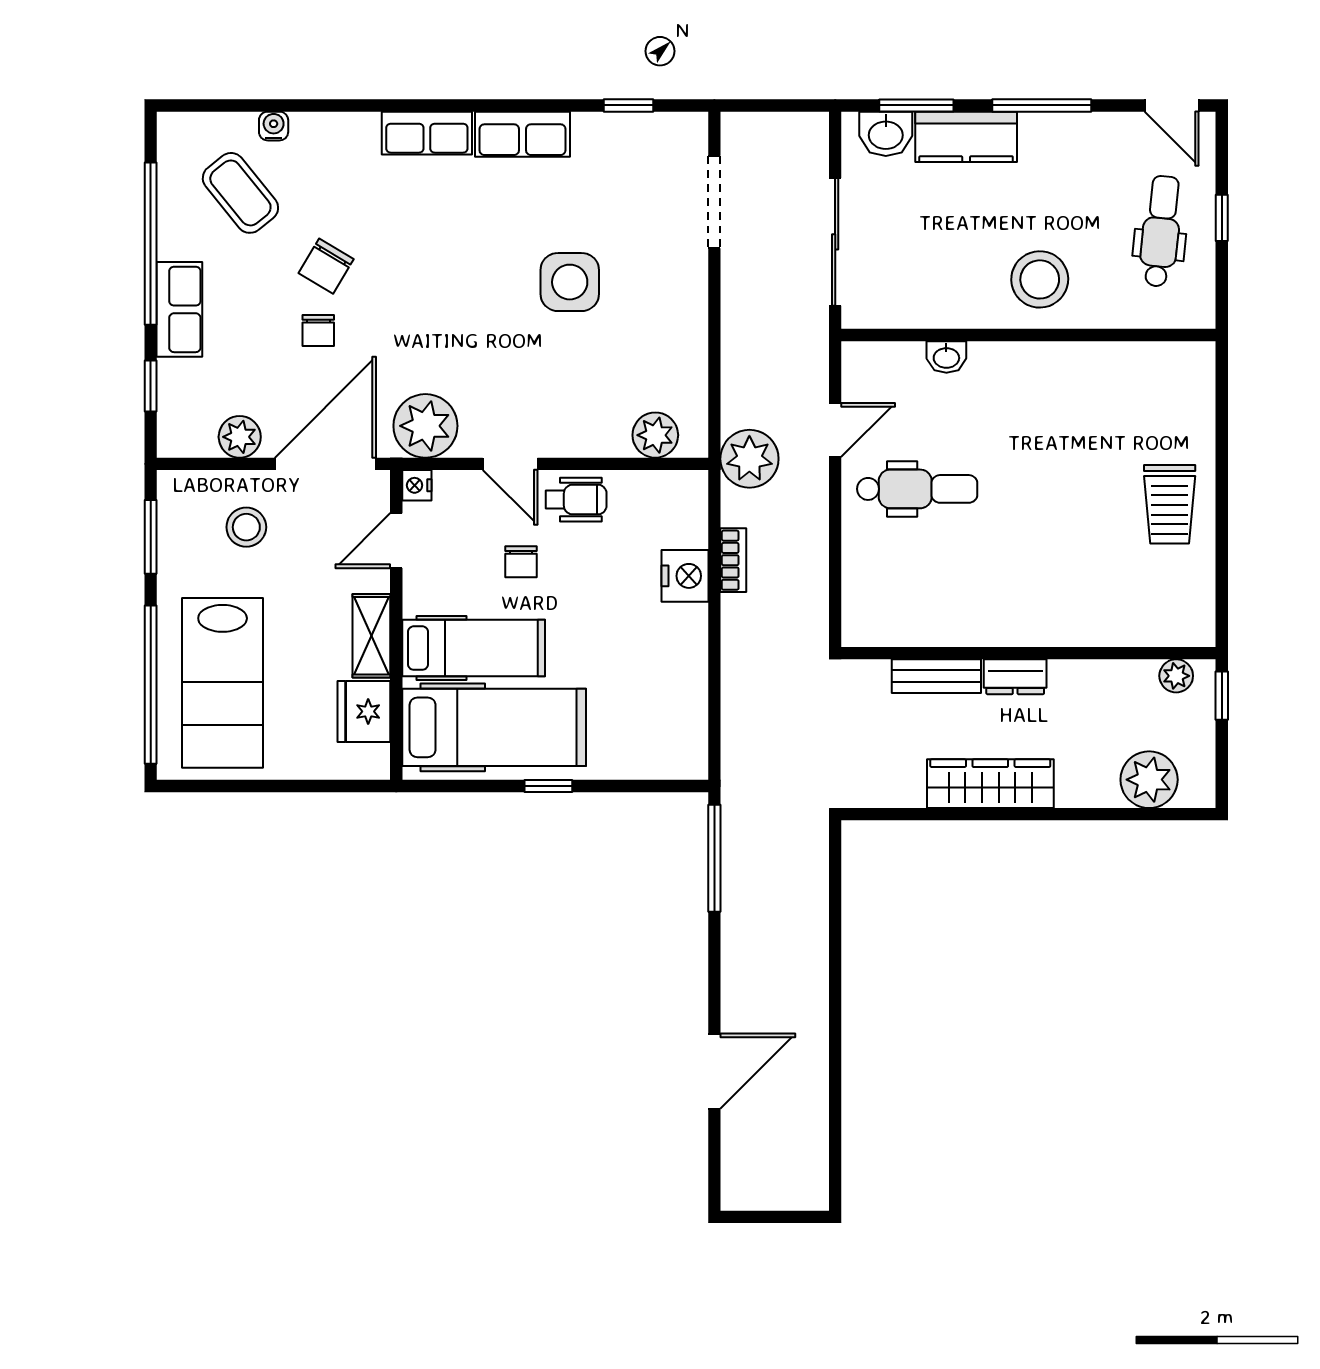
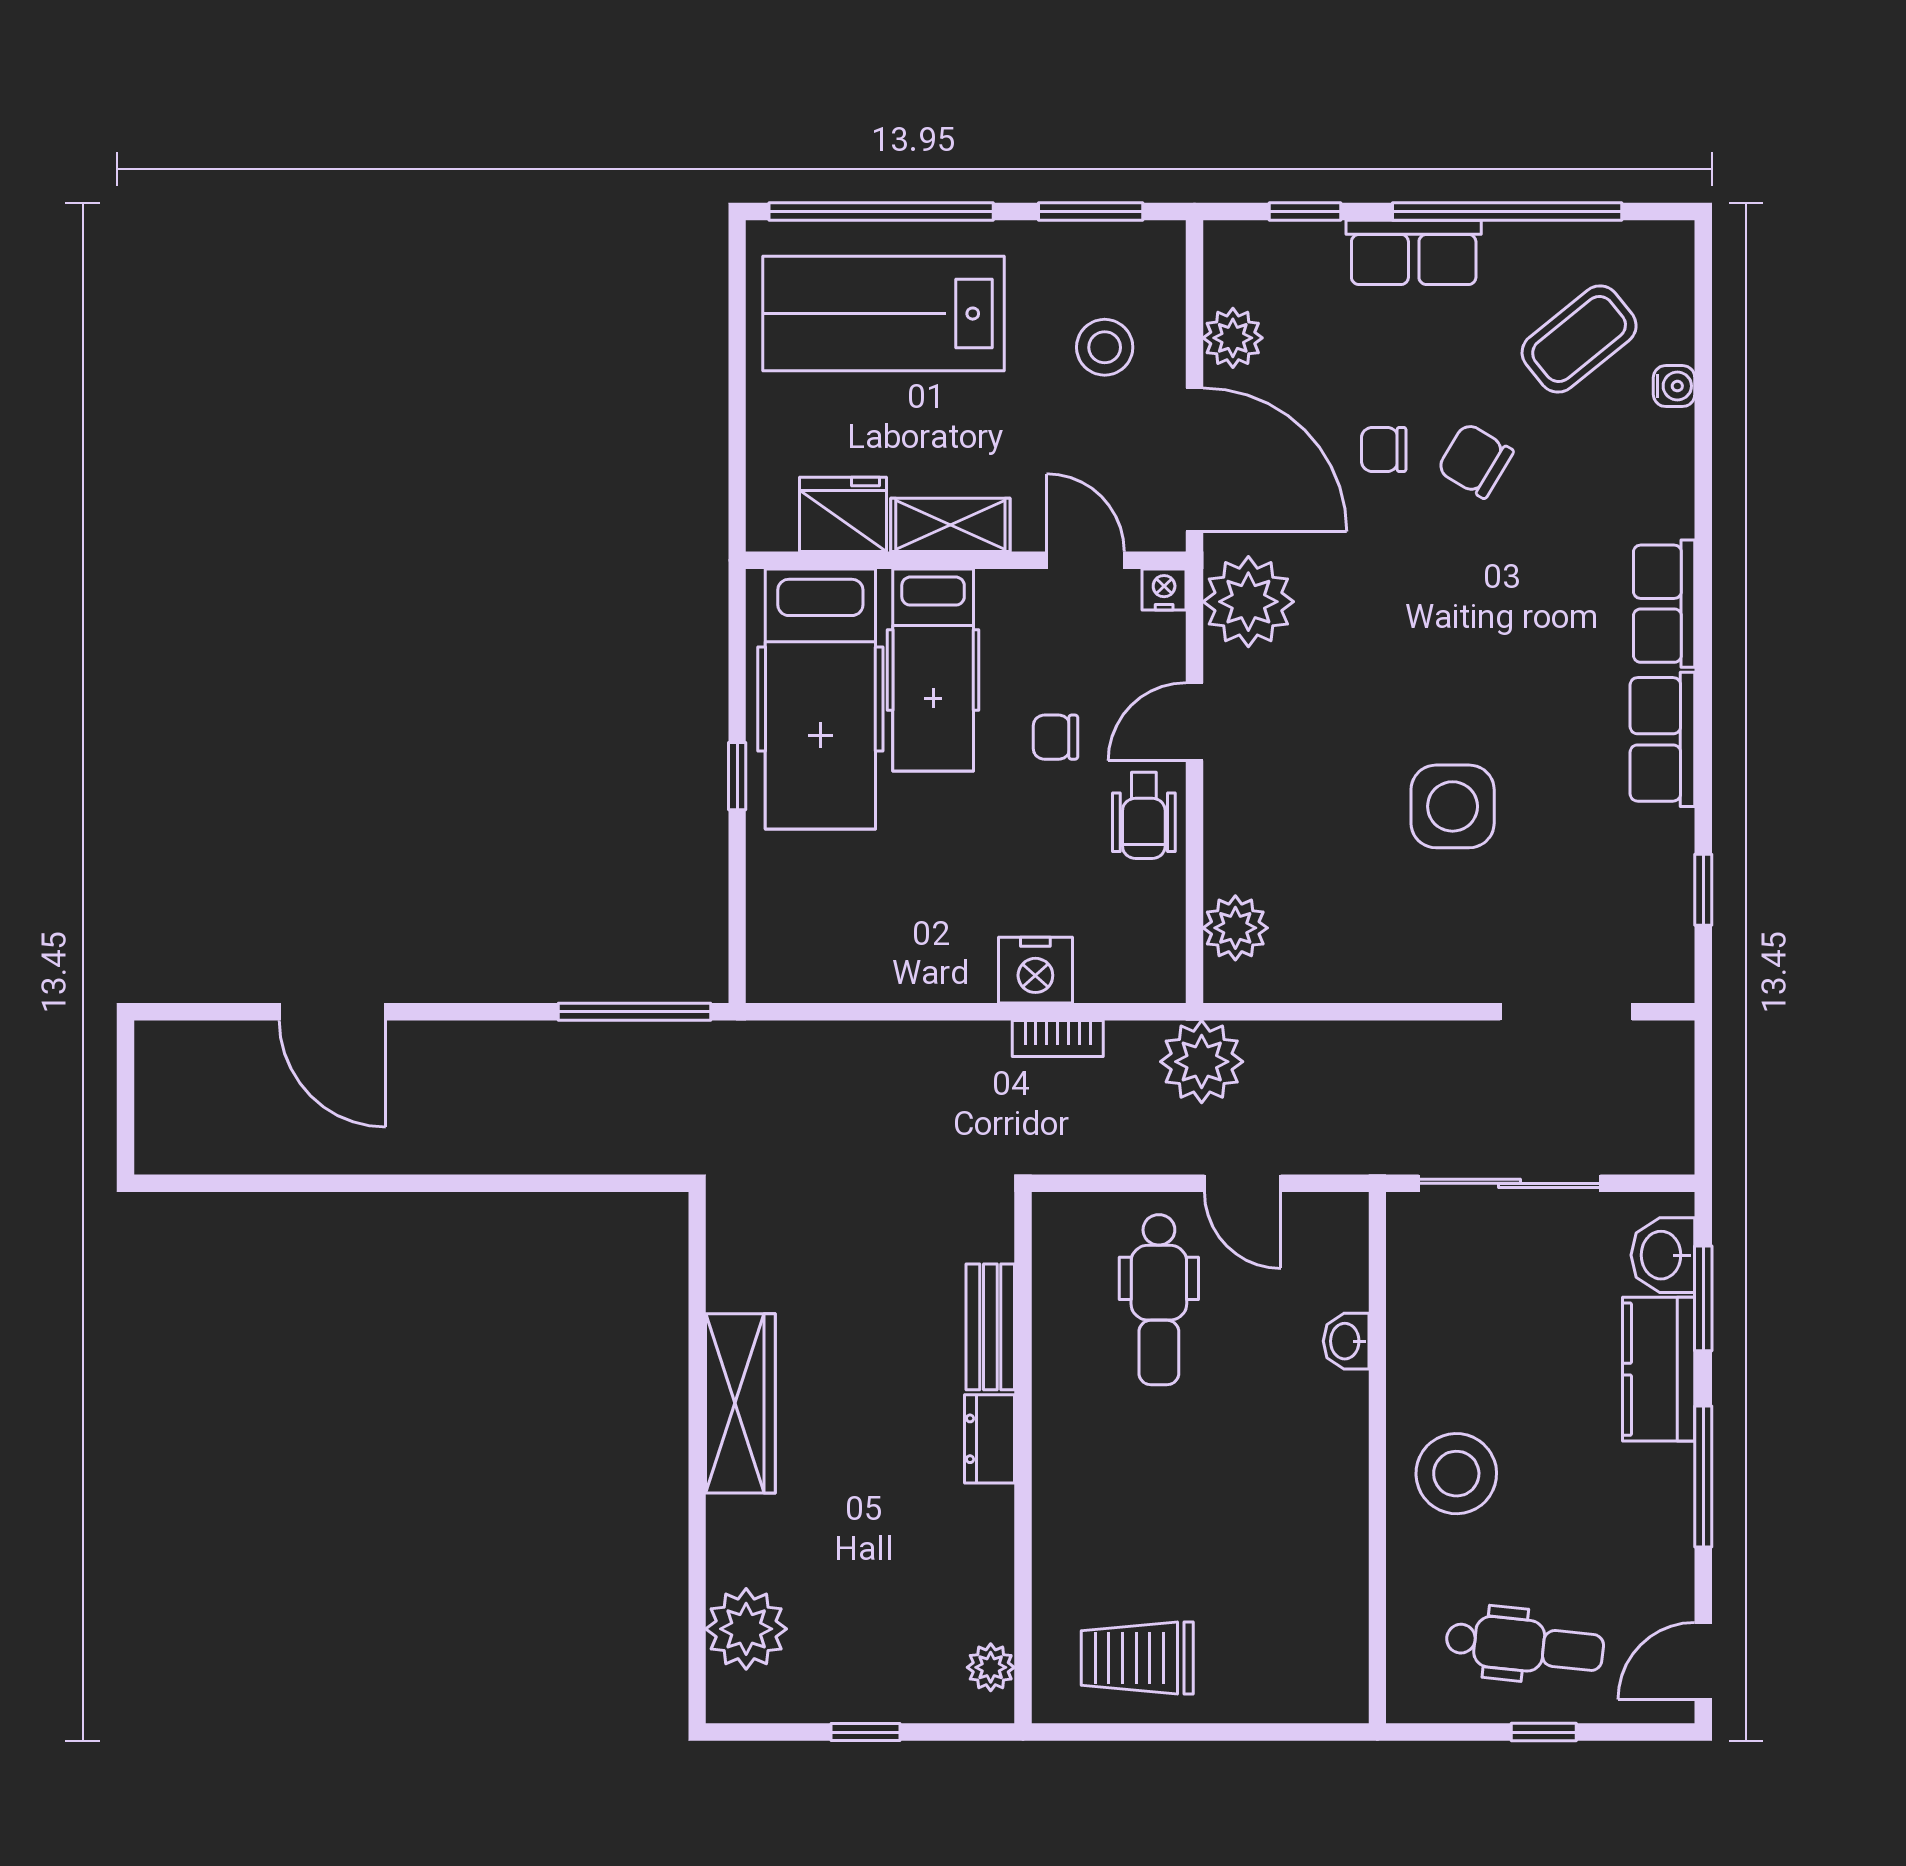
wall: (1028, 653) -> (1023, 1458), moved
bench: (936, 676) -> (990, 1327), moved
plant: (1176, 676) -> (991, 1667), moved
dresser: (1015, 677) -> (989, 1439), moved

